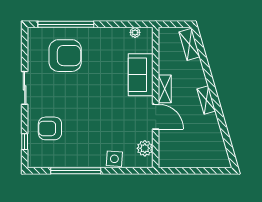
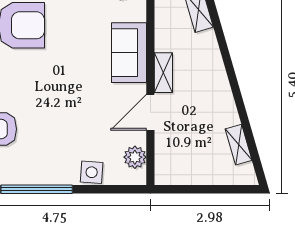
shelving: (206, 100) -> (239, 145), moved
door: (156, 117) -> (150, 112), swing flipped

